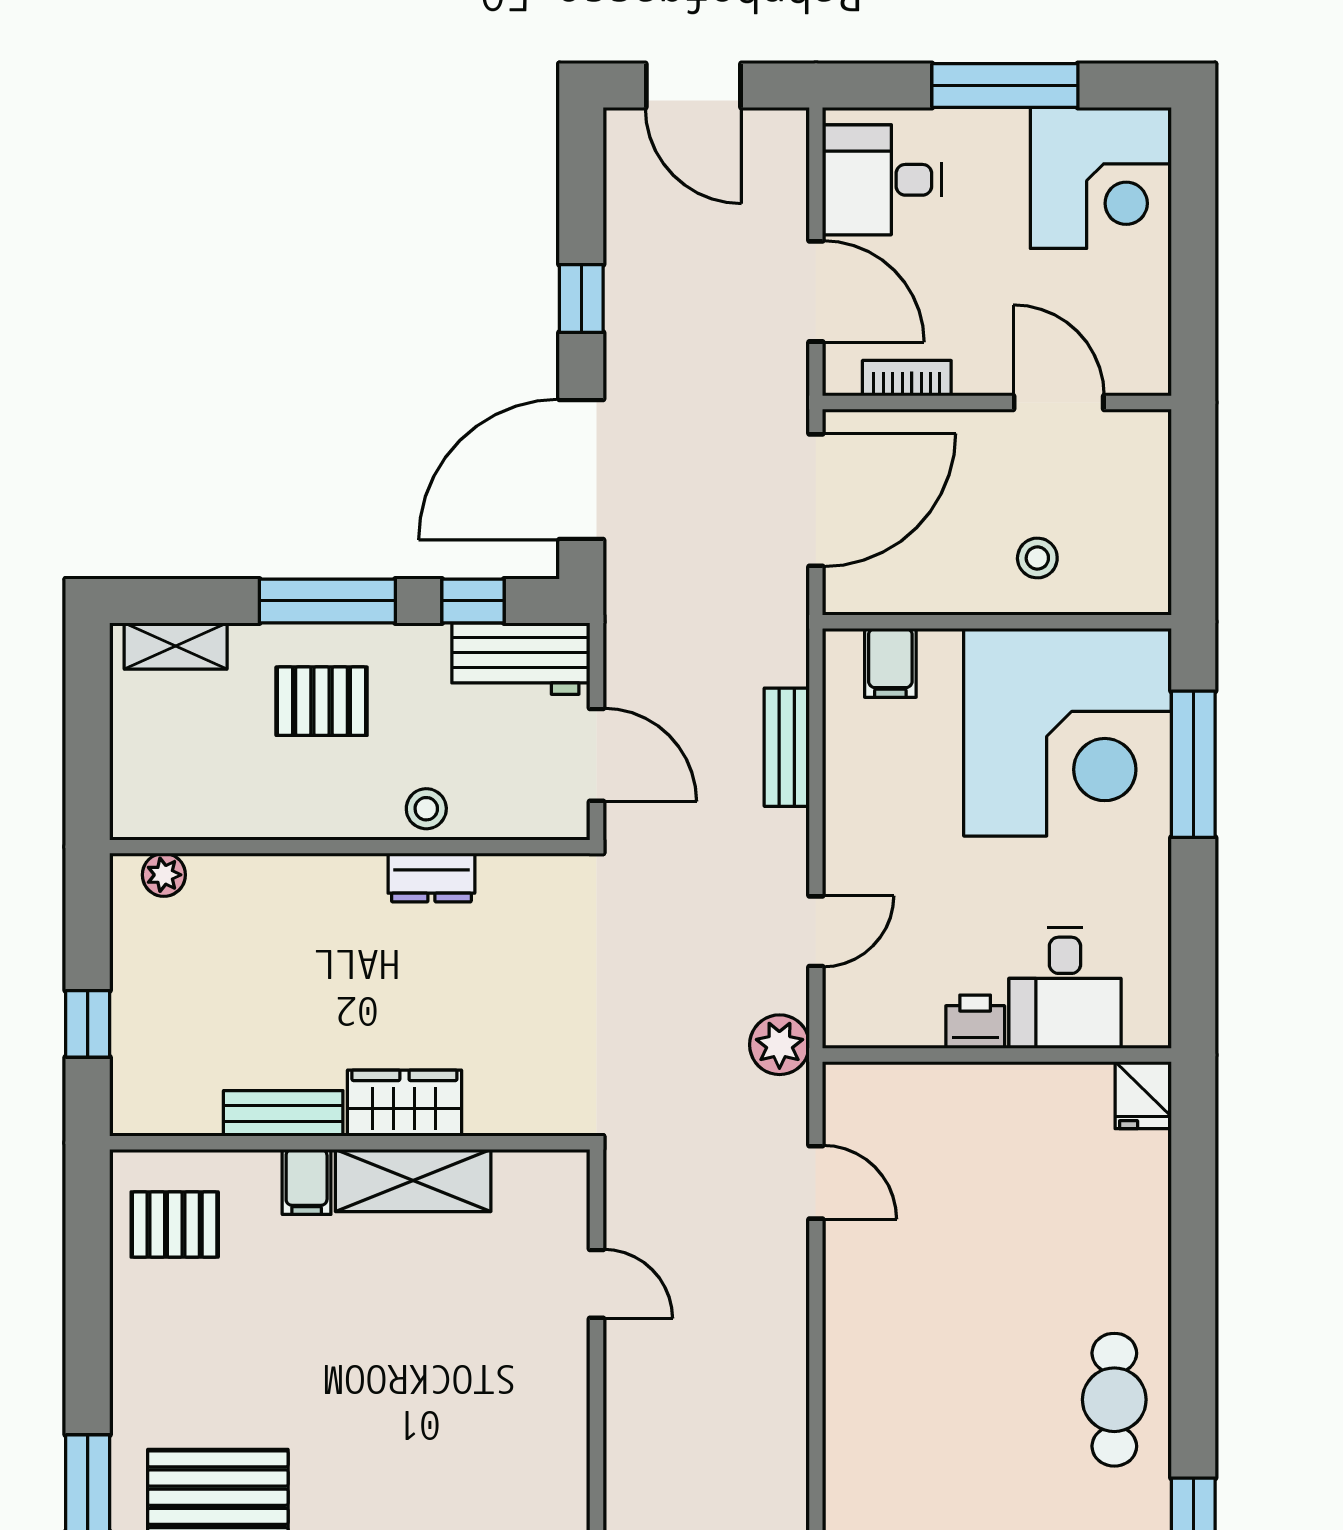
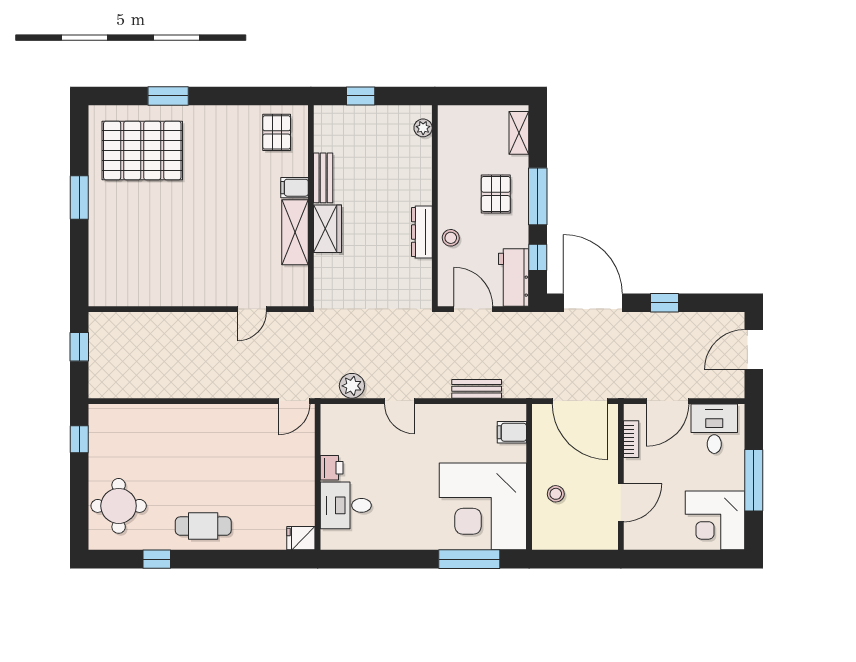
door: (597, 755) -> (473, 309), swing flipped
dresser: (431, 878) -> (422, 232), width x1.44
desk: (1065, 988) -> (346, 505), moved
printer: (975, 1022) -> (332, 468), moved
wall: (997, 1055) -> (318, 477), moved
fridge: (1143, 1095) -> (301, 538), moved

